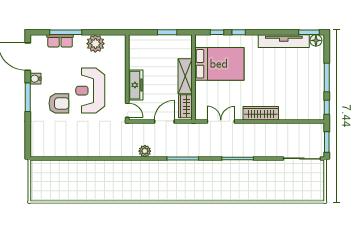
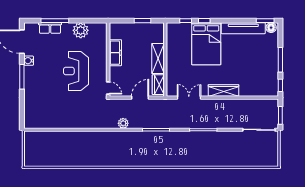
bed: (219, 64) -> (206, 44), moved, turned 90
freezer: (136, 85) -> (115, 53), moved
armchair: (59, 103) -> (49, 82), removed

